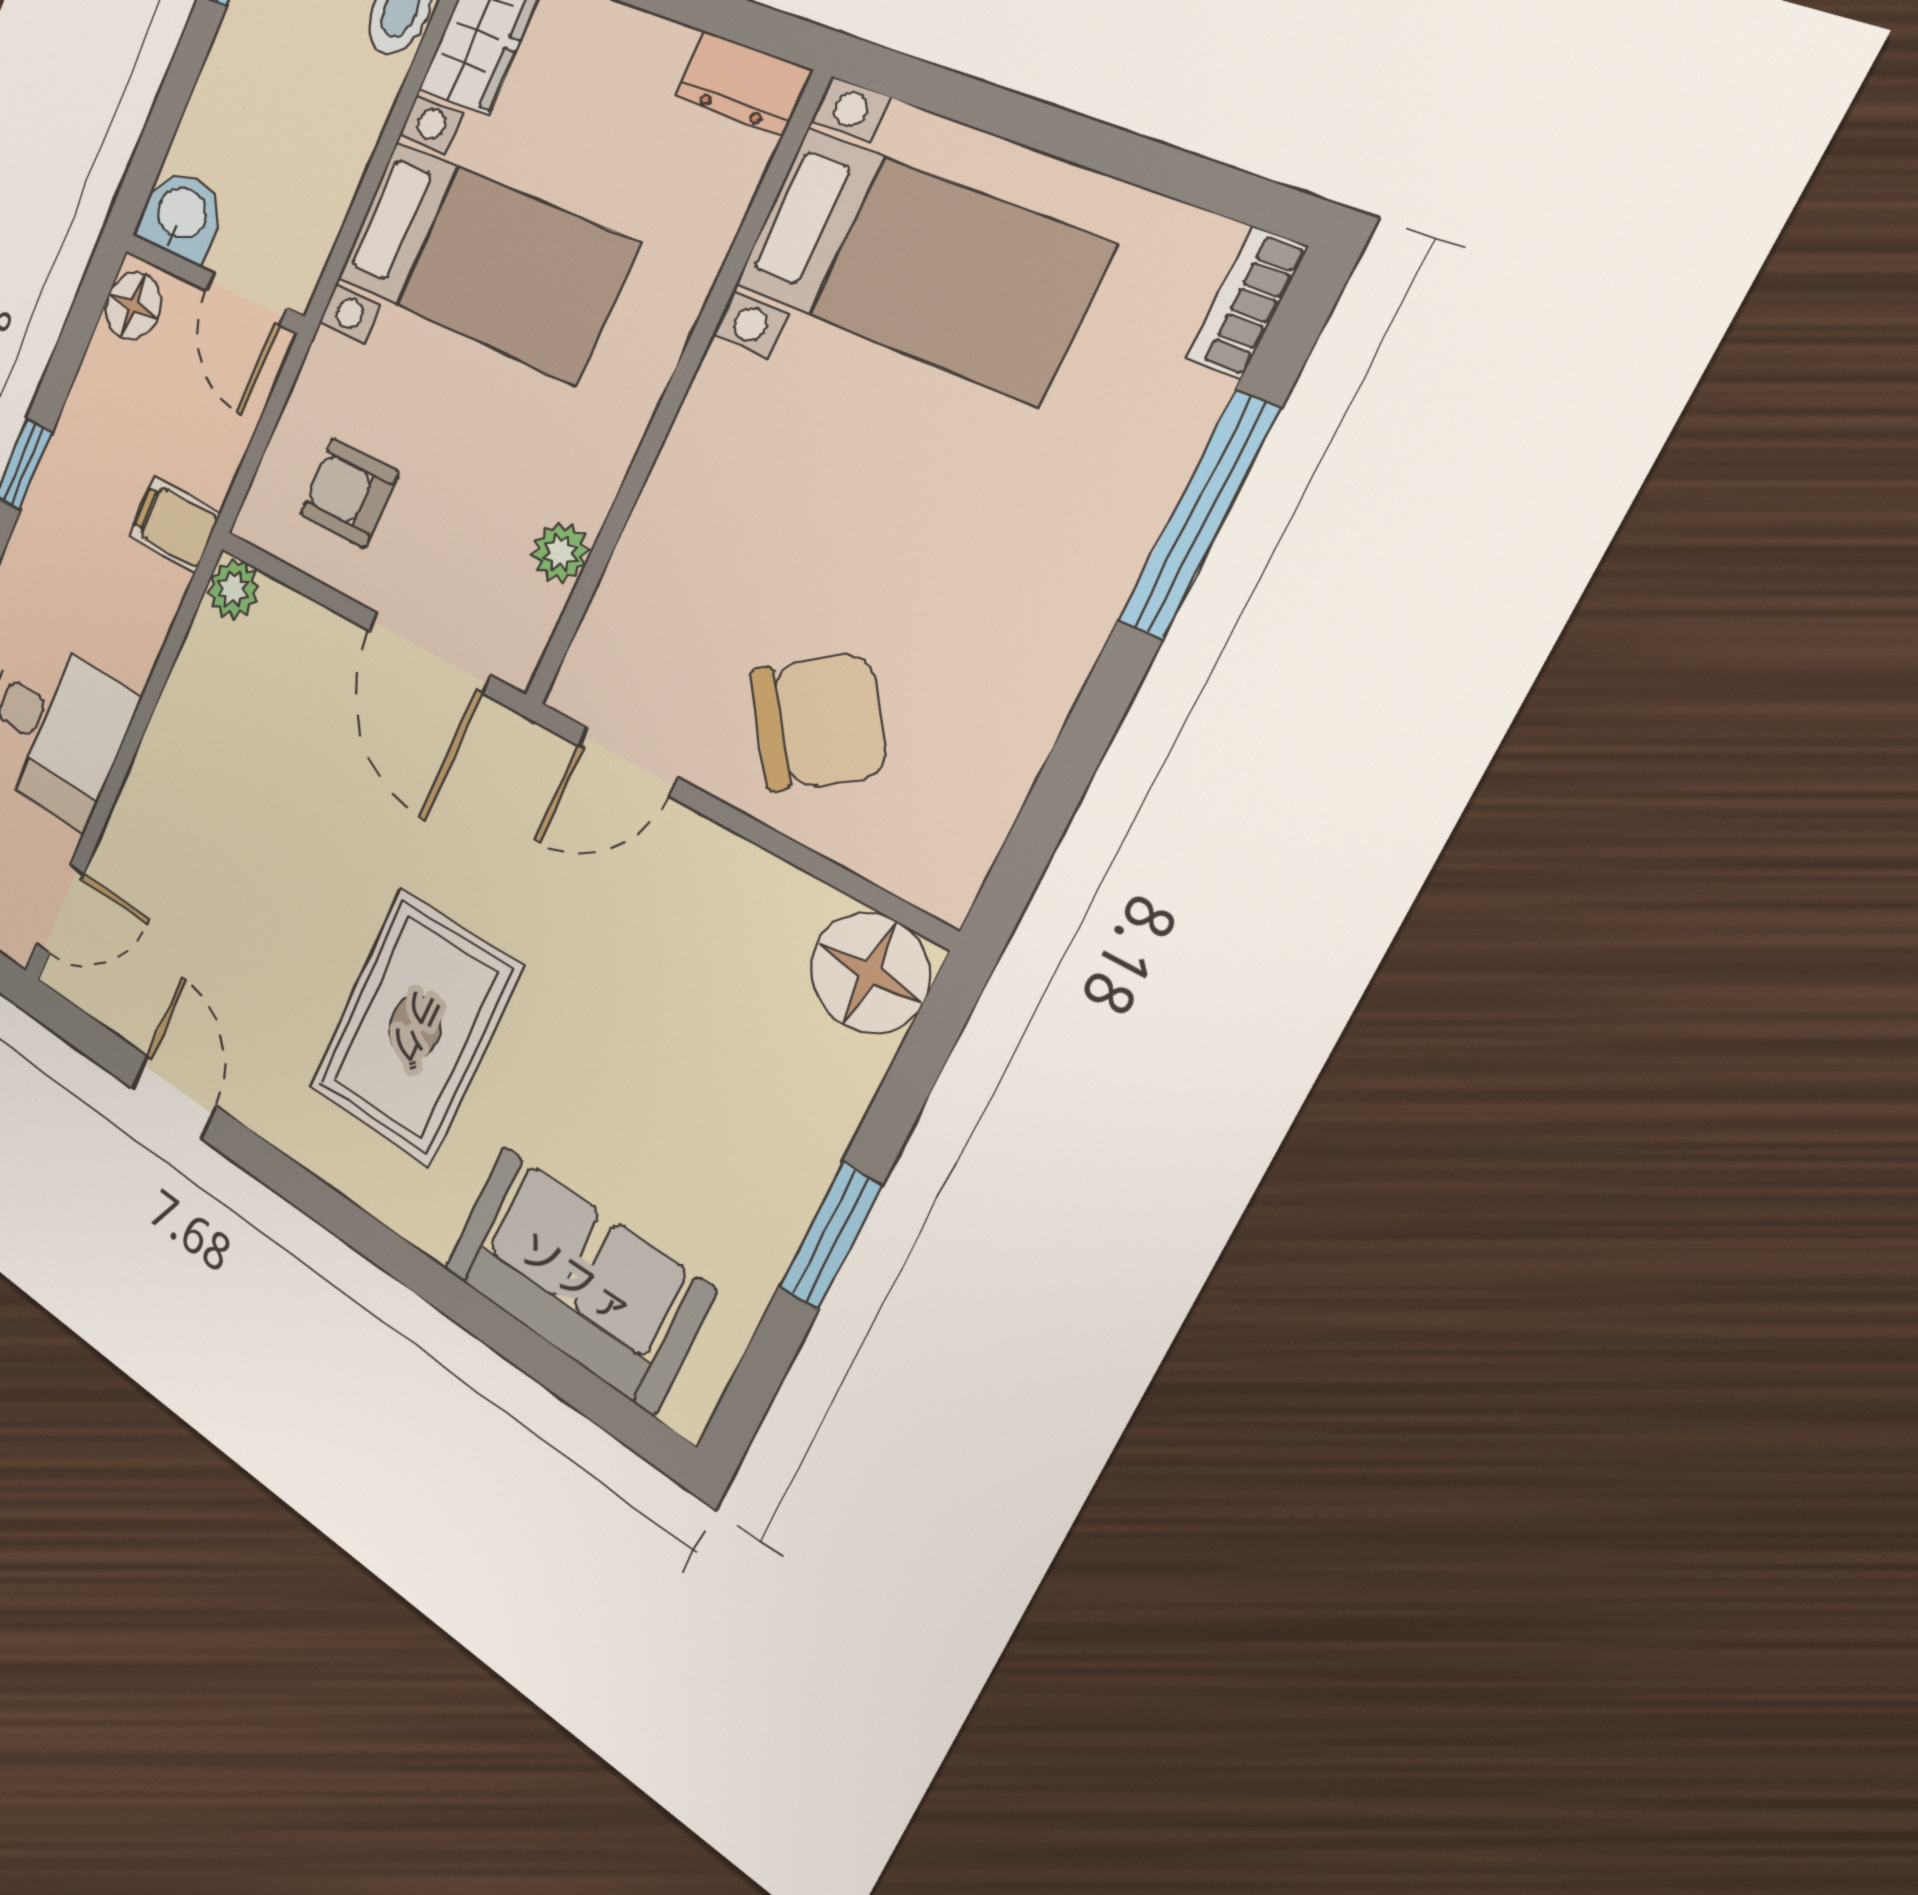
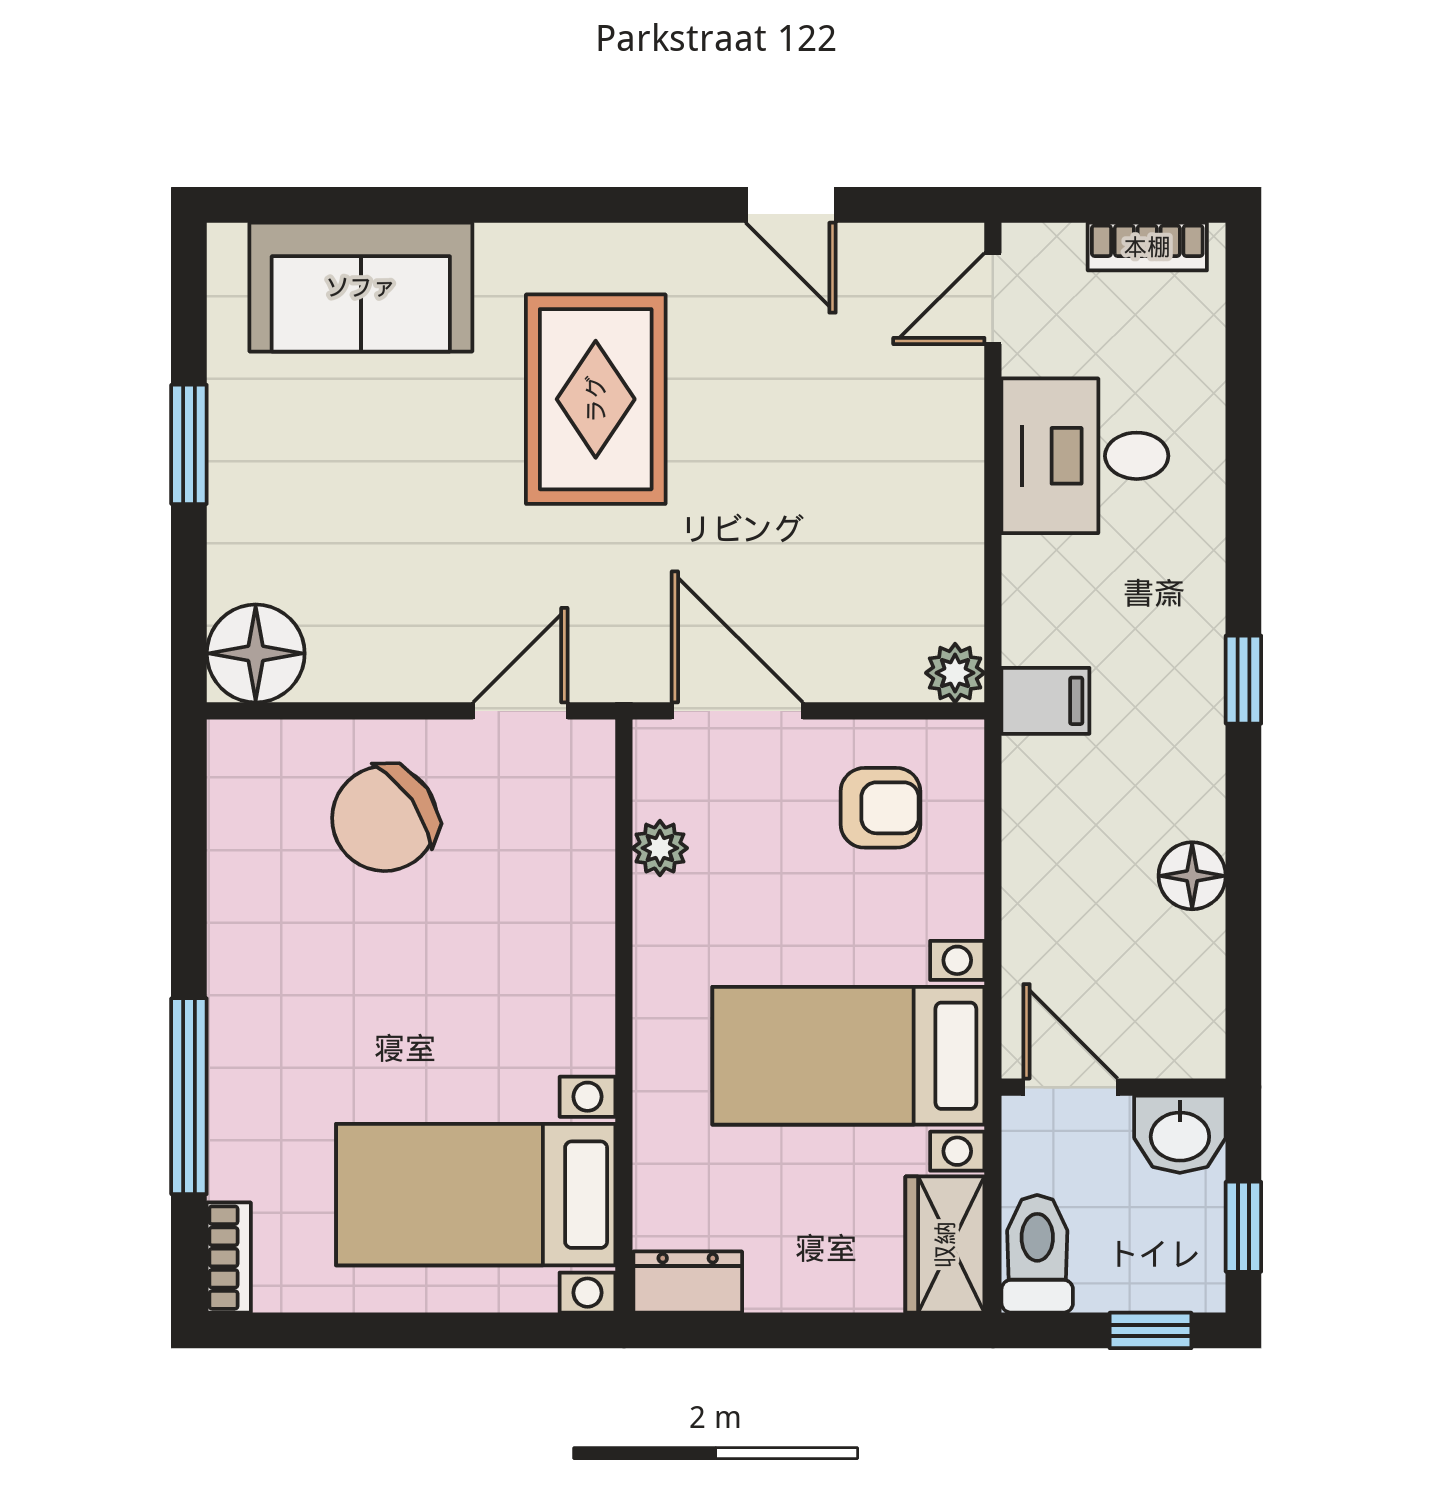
washbasin: (181, 215) -> (1180, 1134), moved
wall: (213, 283) -> (1114, 1087), moved
door: (247, 299) -> (1070, 1087), moved

